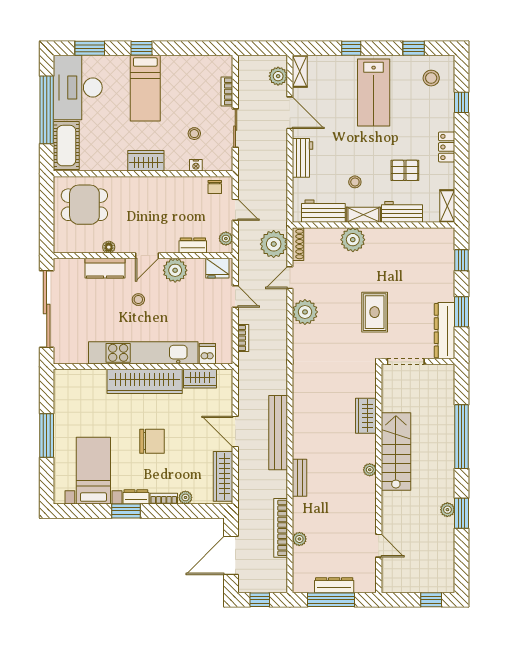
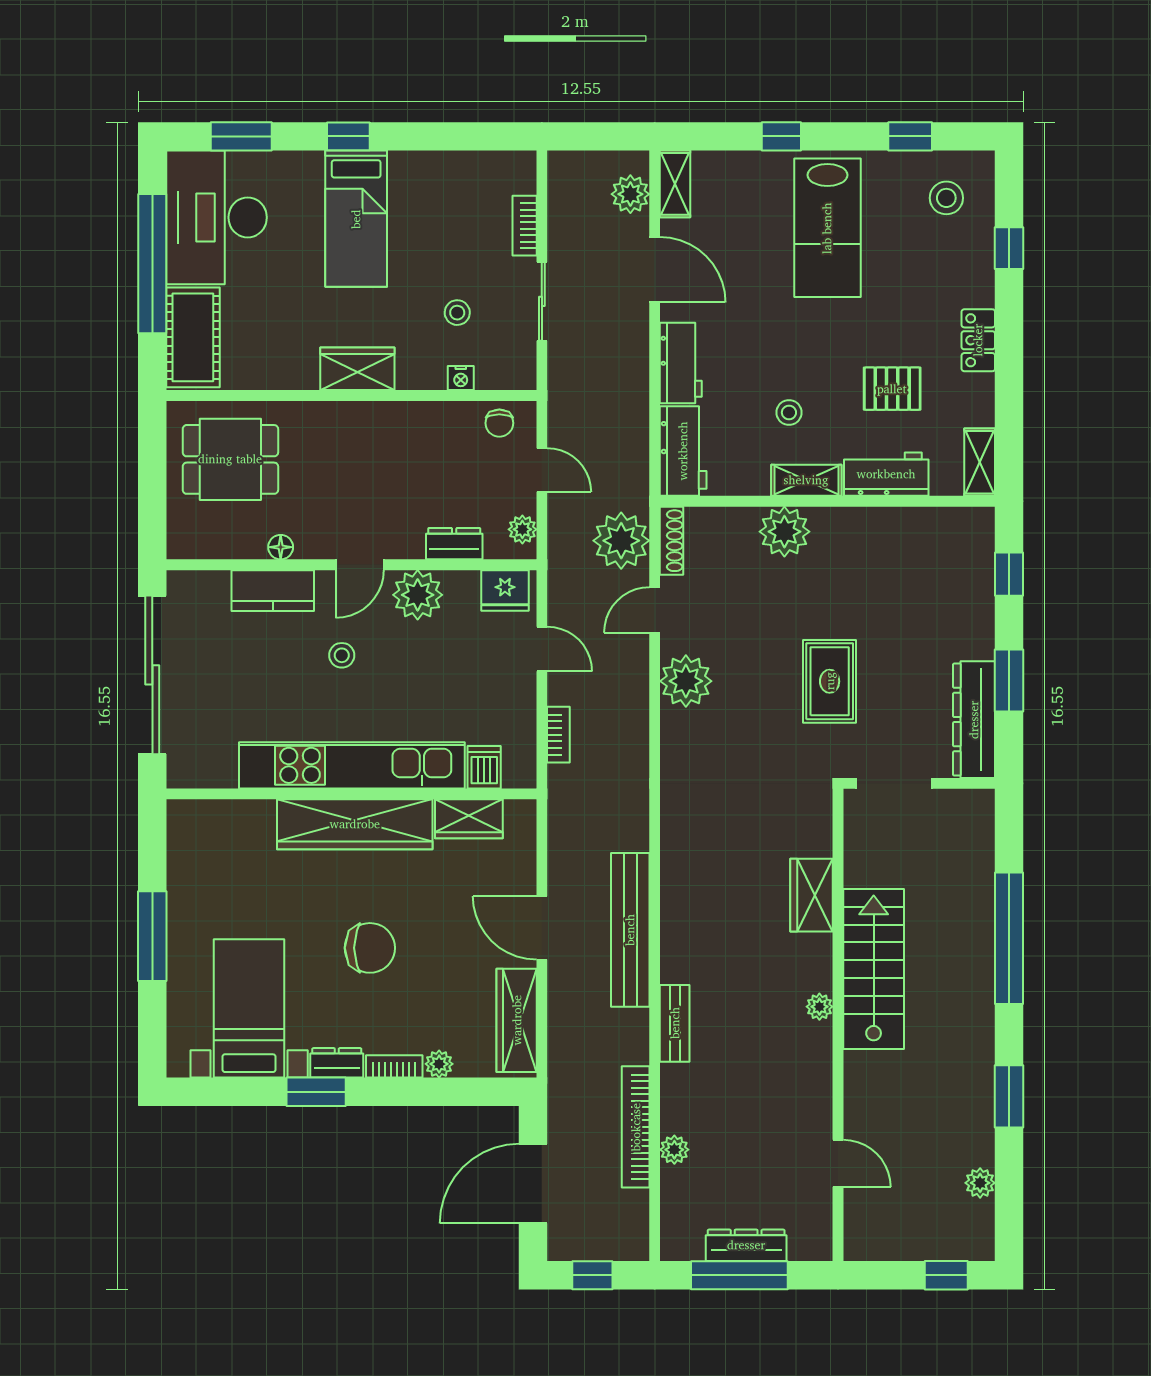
workbench: (323, 211) -> (683, 451), moved, turned 90
plant: (447, 510) -> (980, 1183), moved

